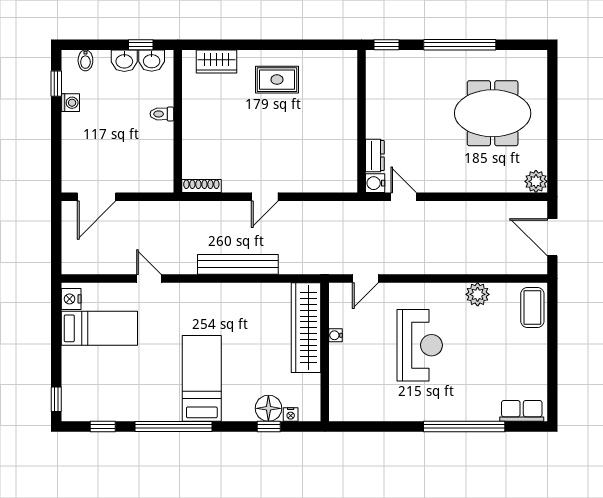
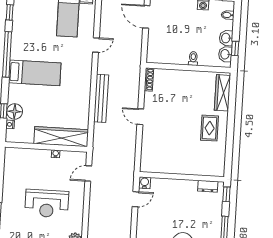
wardrobe: (217, 61) -> (222, 93), width x1.50
dresser: (375, 156) -> (208, 186), moved
door: (365, 278) -> (88, 174), hinge flipped

